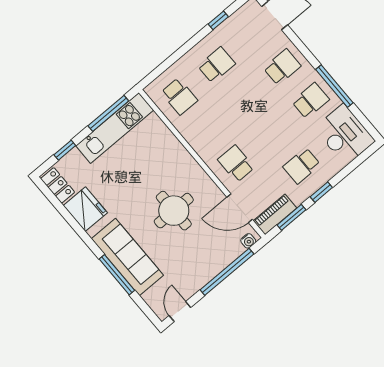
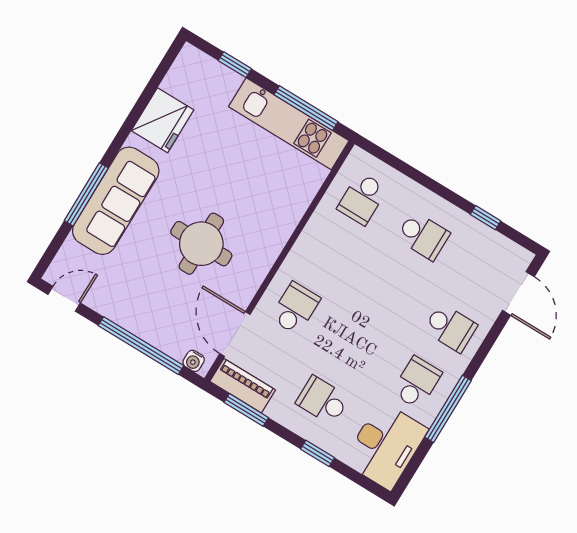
school desk: (311, 101) -> (417, 383), turned -90
locker: (58, 185) -> (183, 71), removed
window: (321, 192) -> (317, 453), moved

